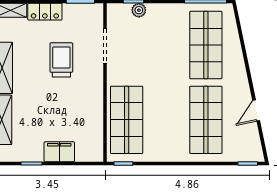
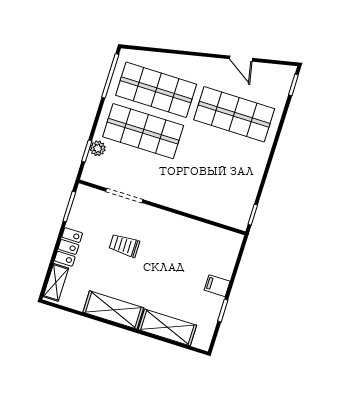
trolley: (61, 60) -> (124, 246), width x0.73, depth x0.72
shop shelf: (127, 120) -> (143, 131), moved
filing cabinet: (59, 152) -> (217, 286), width x0.50

